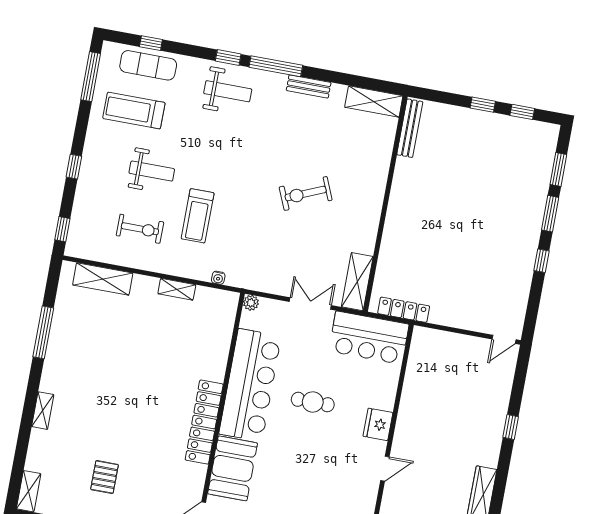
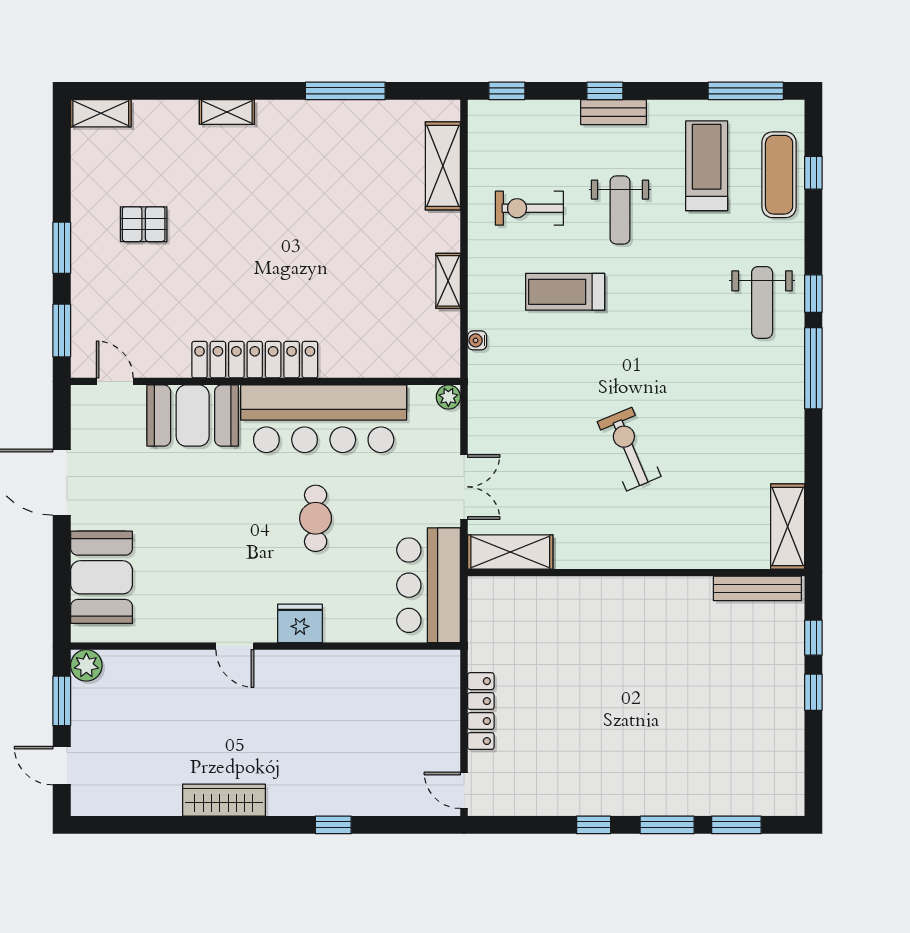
bench: (309, 86) -> (614, 112), moved, turned 90
window: (522, 112) -> (813, 638), moved
exercise bike: (140, 229) -> (529, 208), turned 90
locker: (404, 310) -> (481, 711), moved

